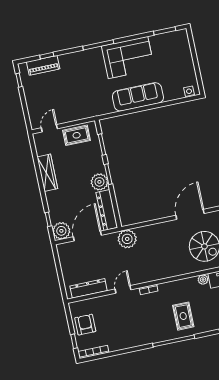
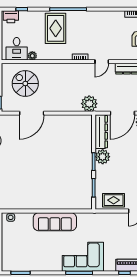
corner sofa: (128, 58) -> (83, 257), moved
rug: (183, 316) -> (56, 28), width x1.36, depth x1.43

